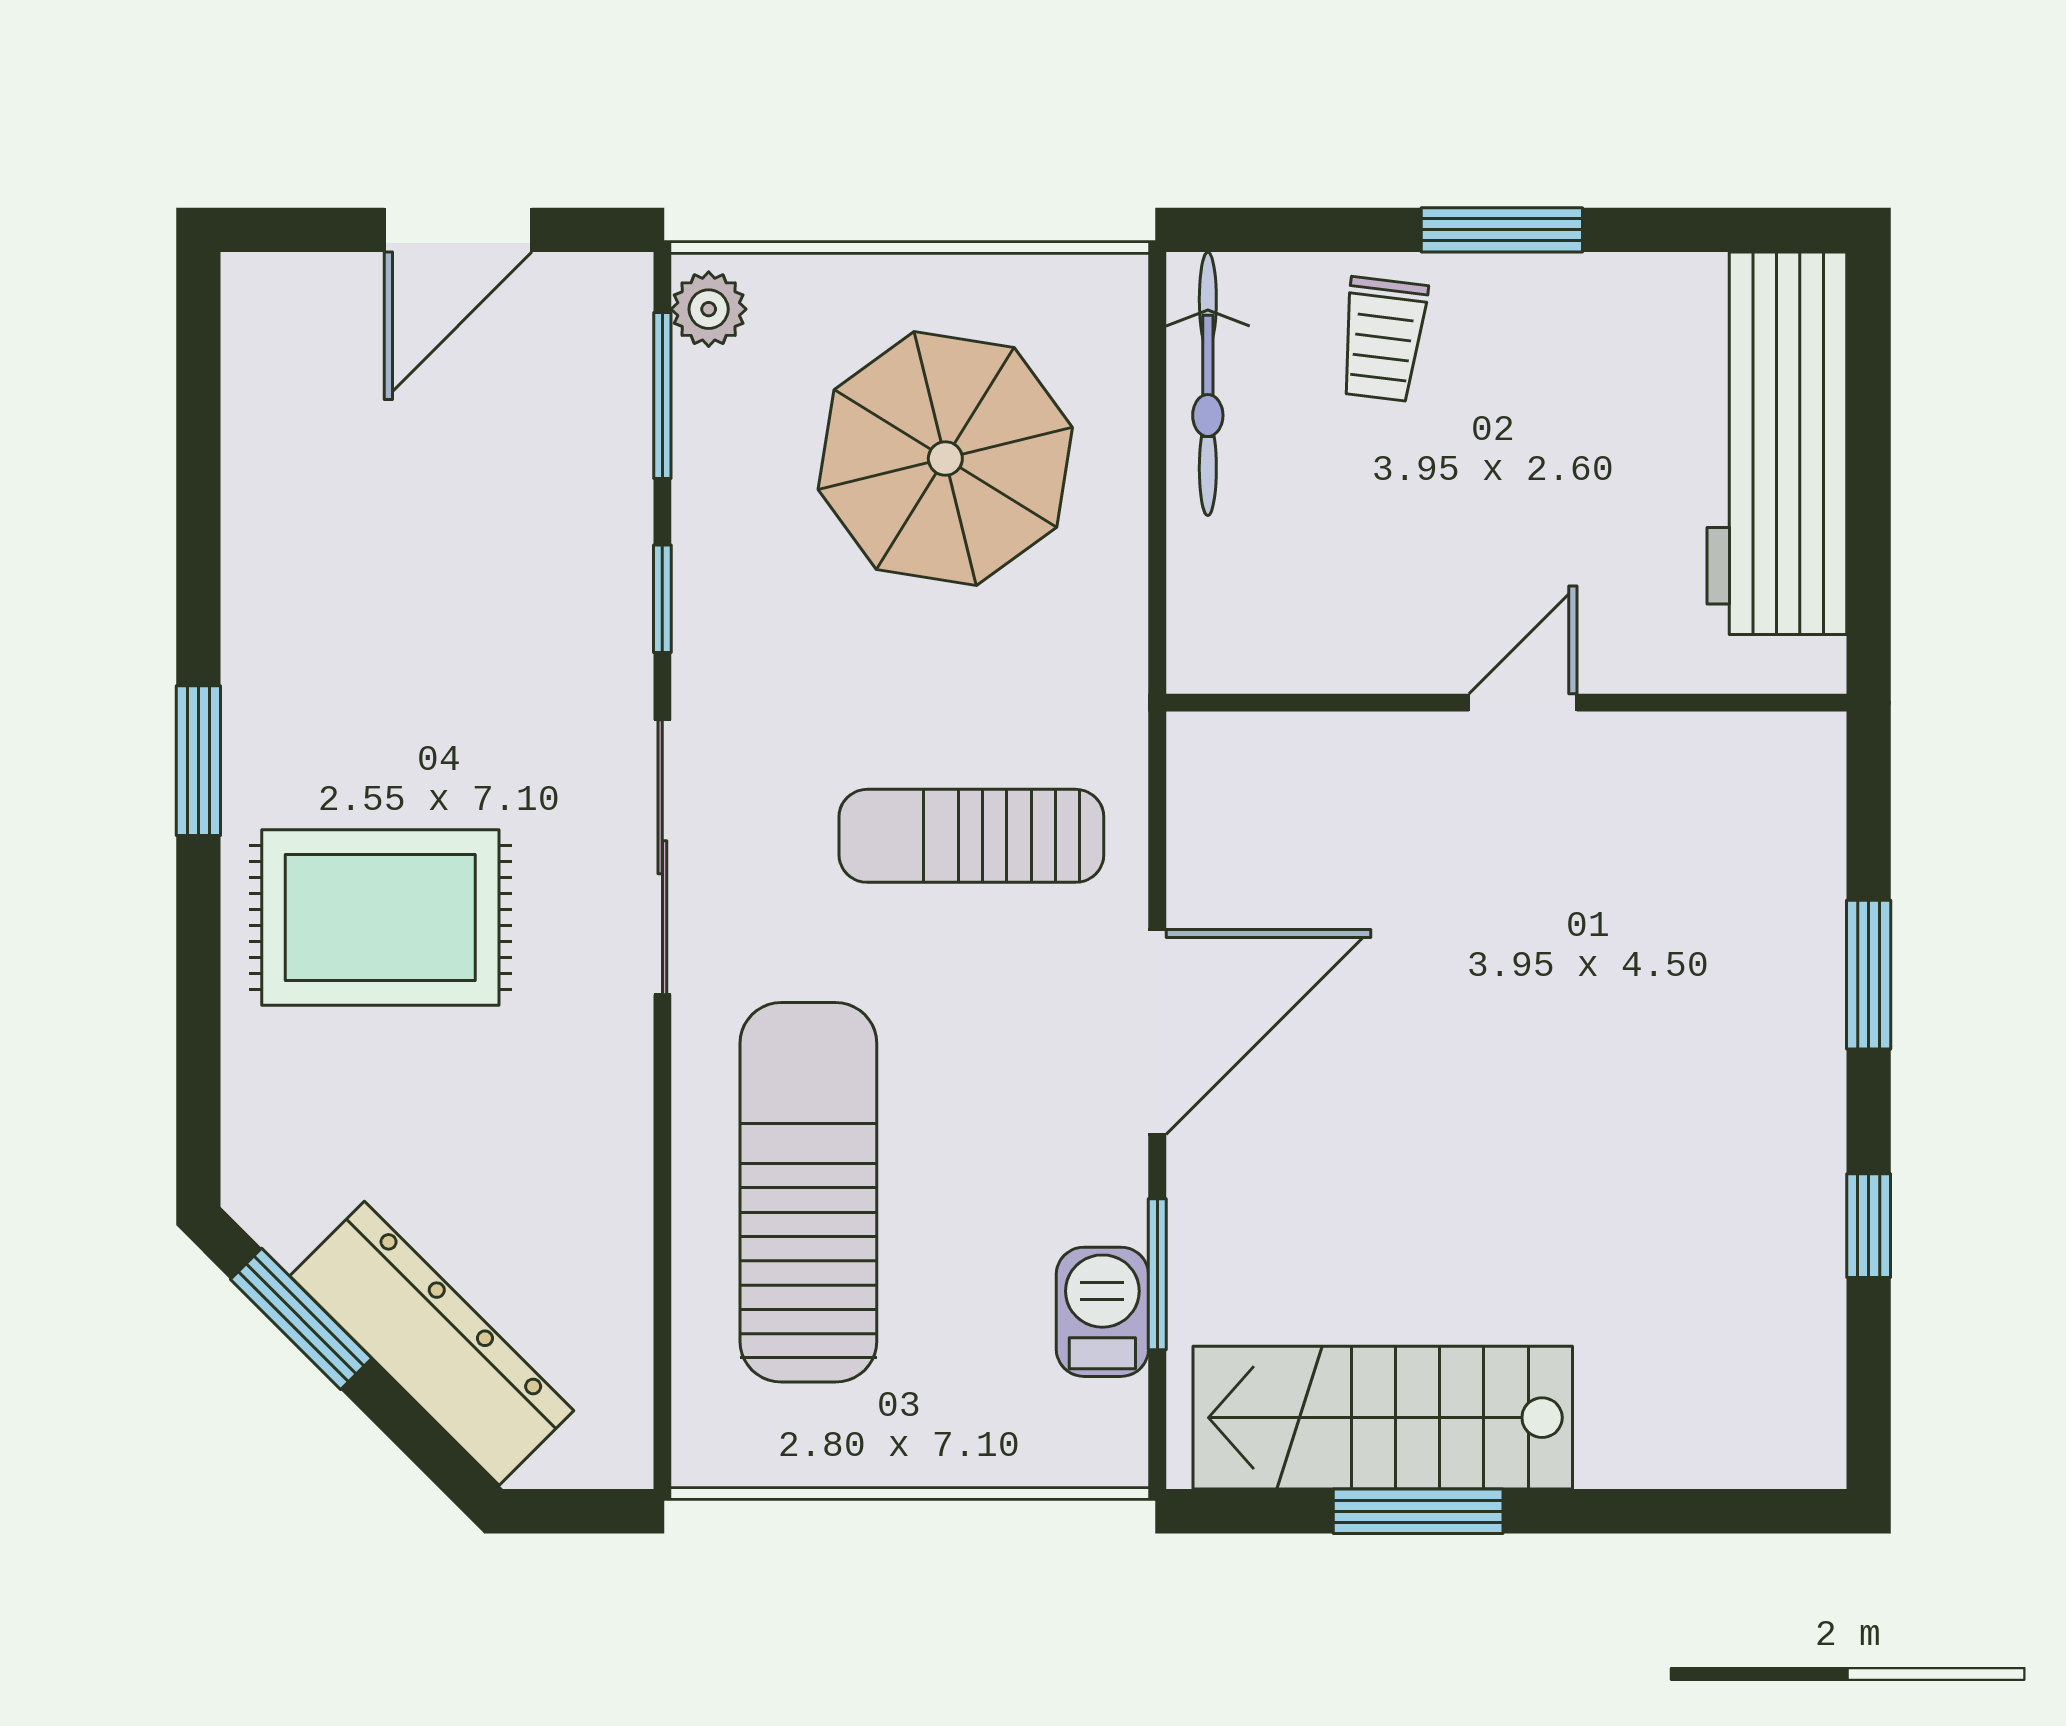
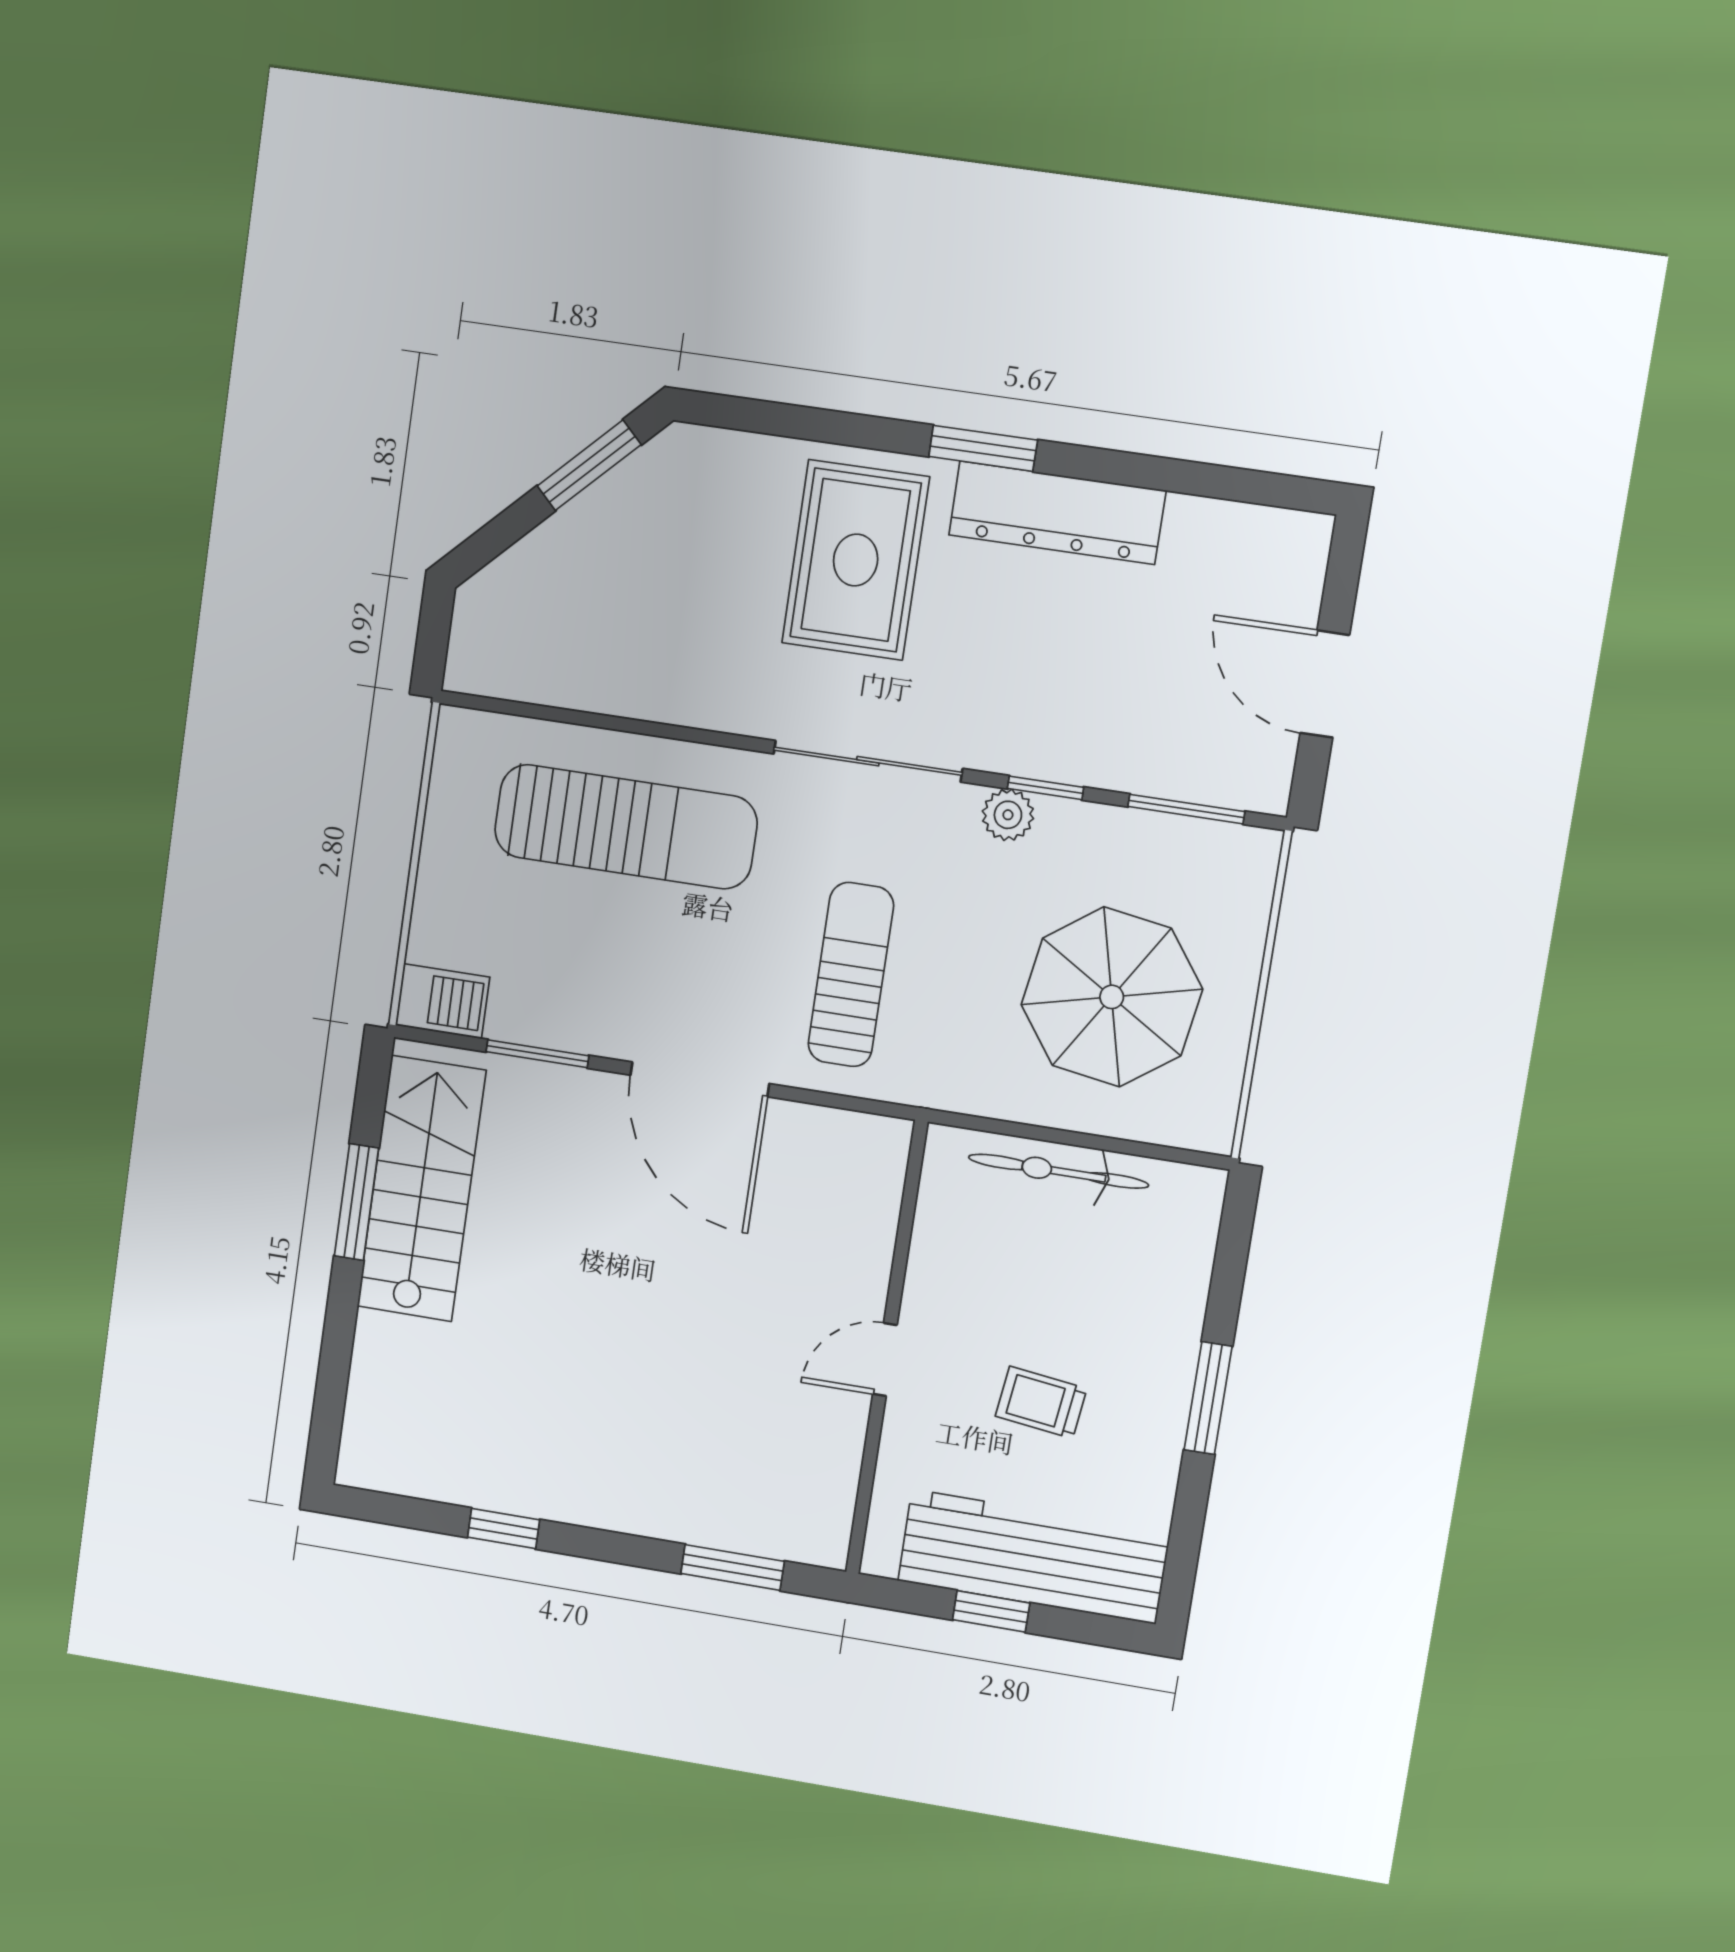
plant: (709, 309) -> (1008, 815), moved
trolley: (1383, 339) -> (1041, 1402), moved
bicycle: (1208, 384) -> (1058, 1171), moved
window: (1869, 492) -> (991, 1611), added
door: (1523, 703) -> (885, 1359), swing flipped
window: (1869, 975) -> (733, 1567), moved
barbecue: (1102, 1312) -> (443, 1001), moved
dresser: (432, 1343) -> (1057, 513), moved, turned 45

